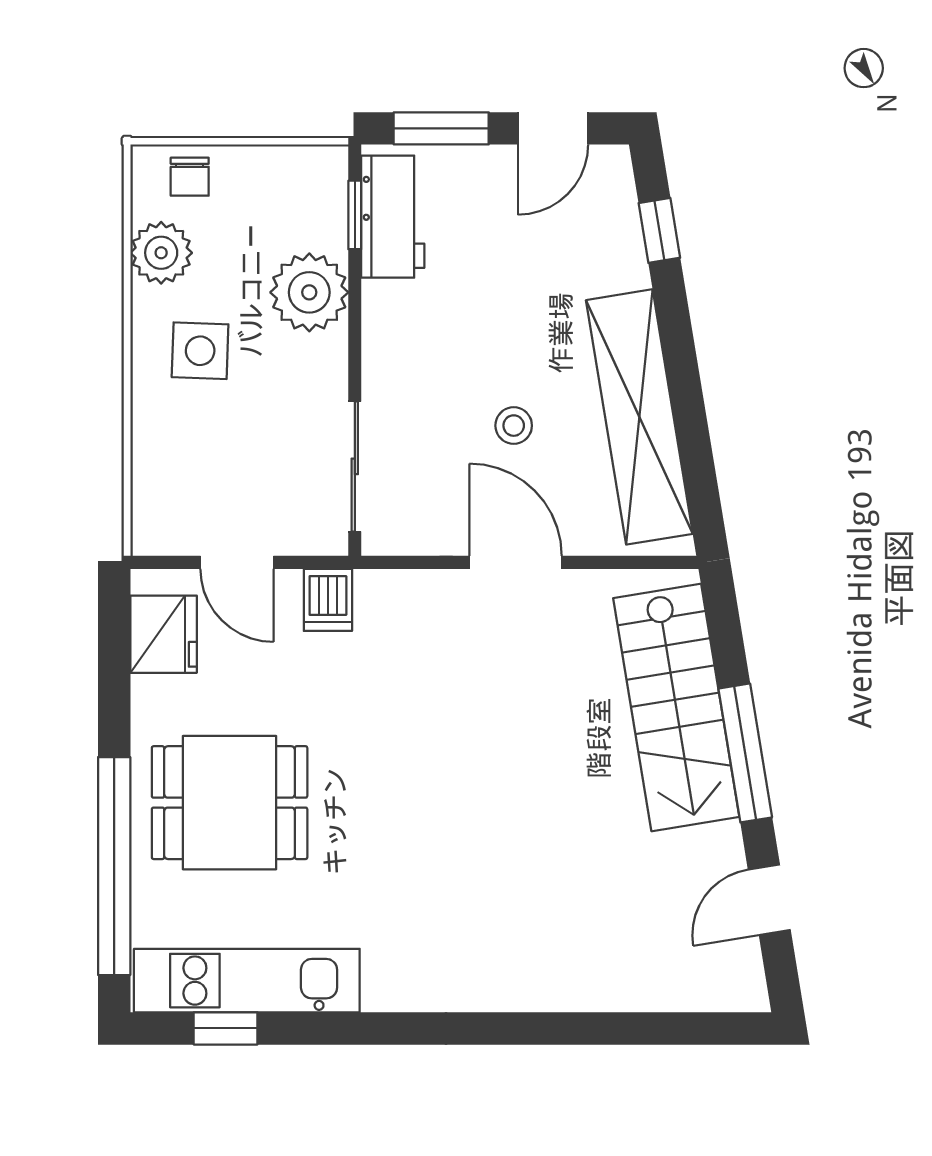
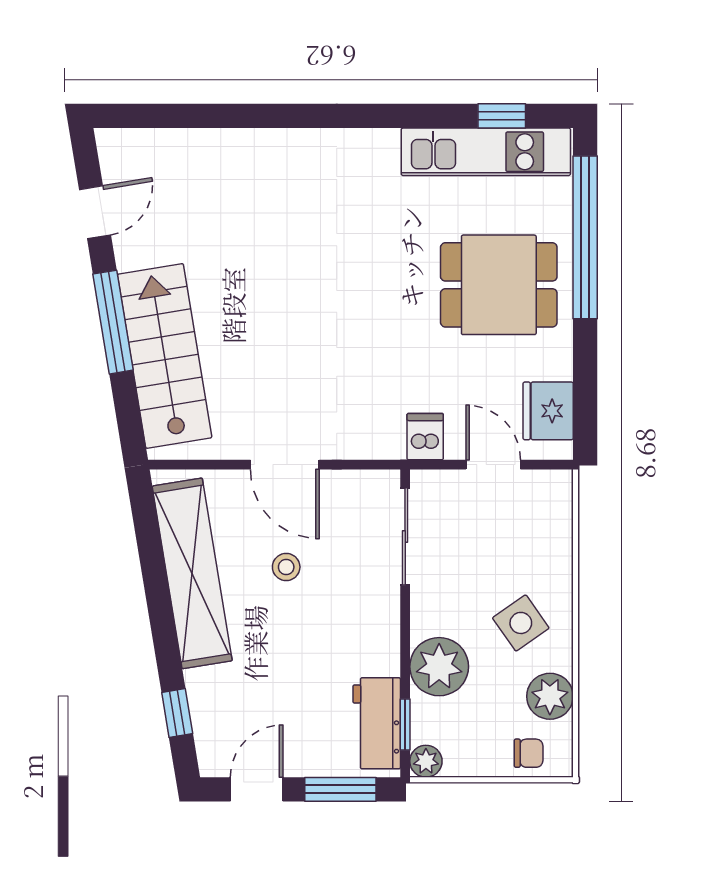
plant: (327, 166) -> (426, 761), added
chair: (190, 177) -> (529, 753), turned 90
side table: (200, 351) -> (521, 623), turned -37

